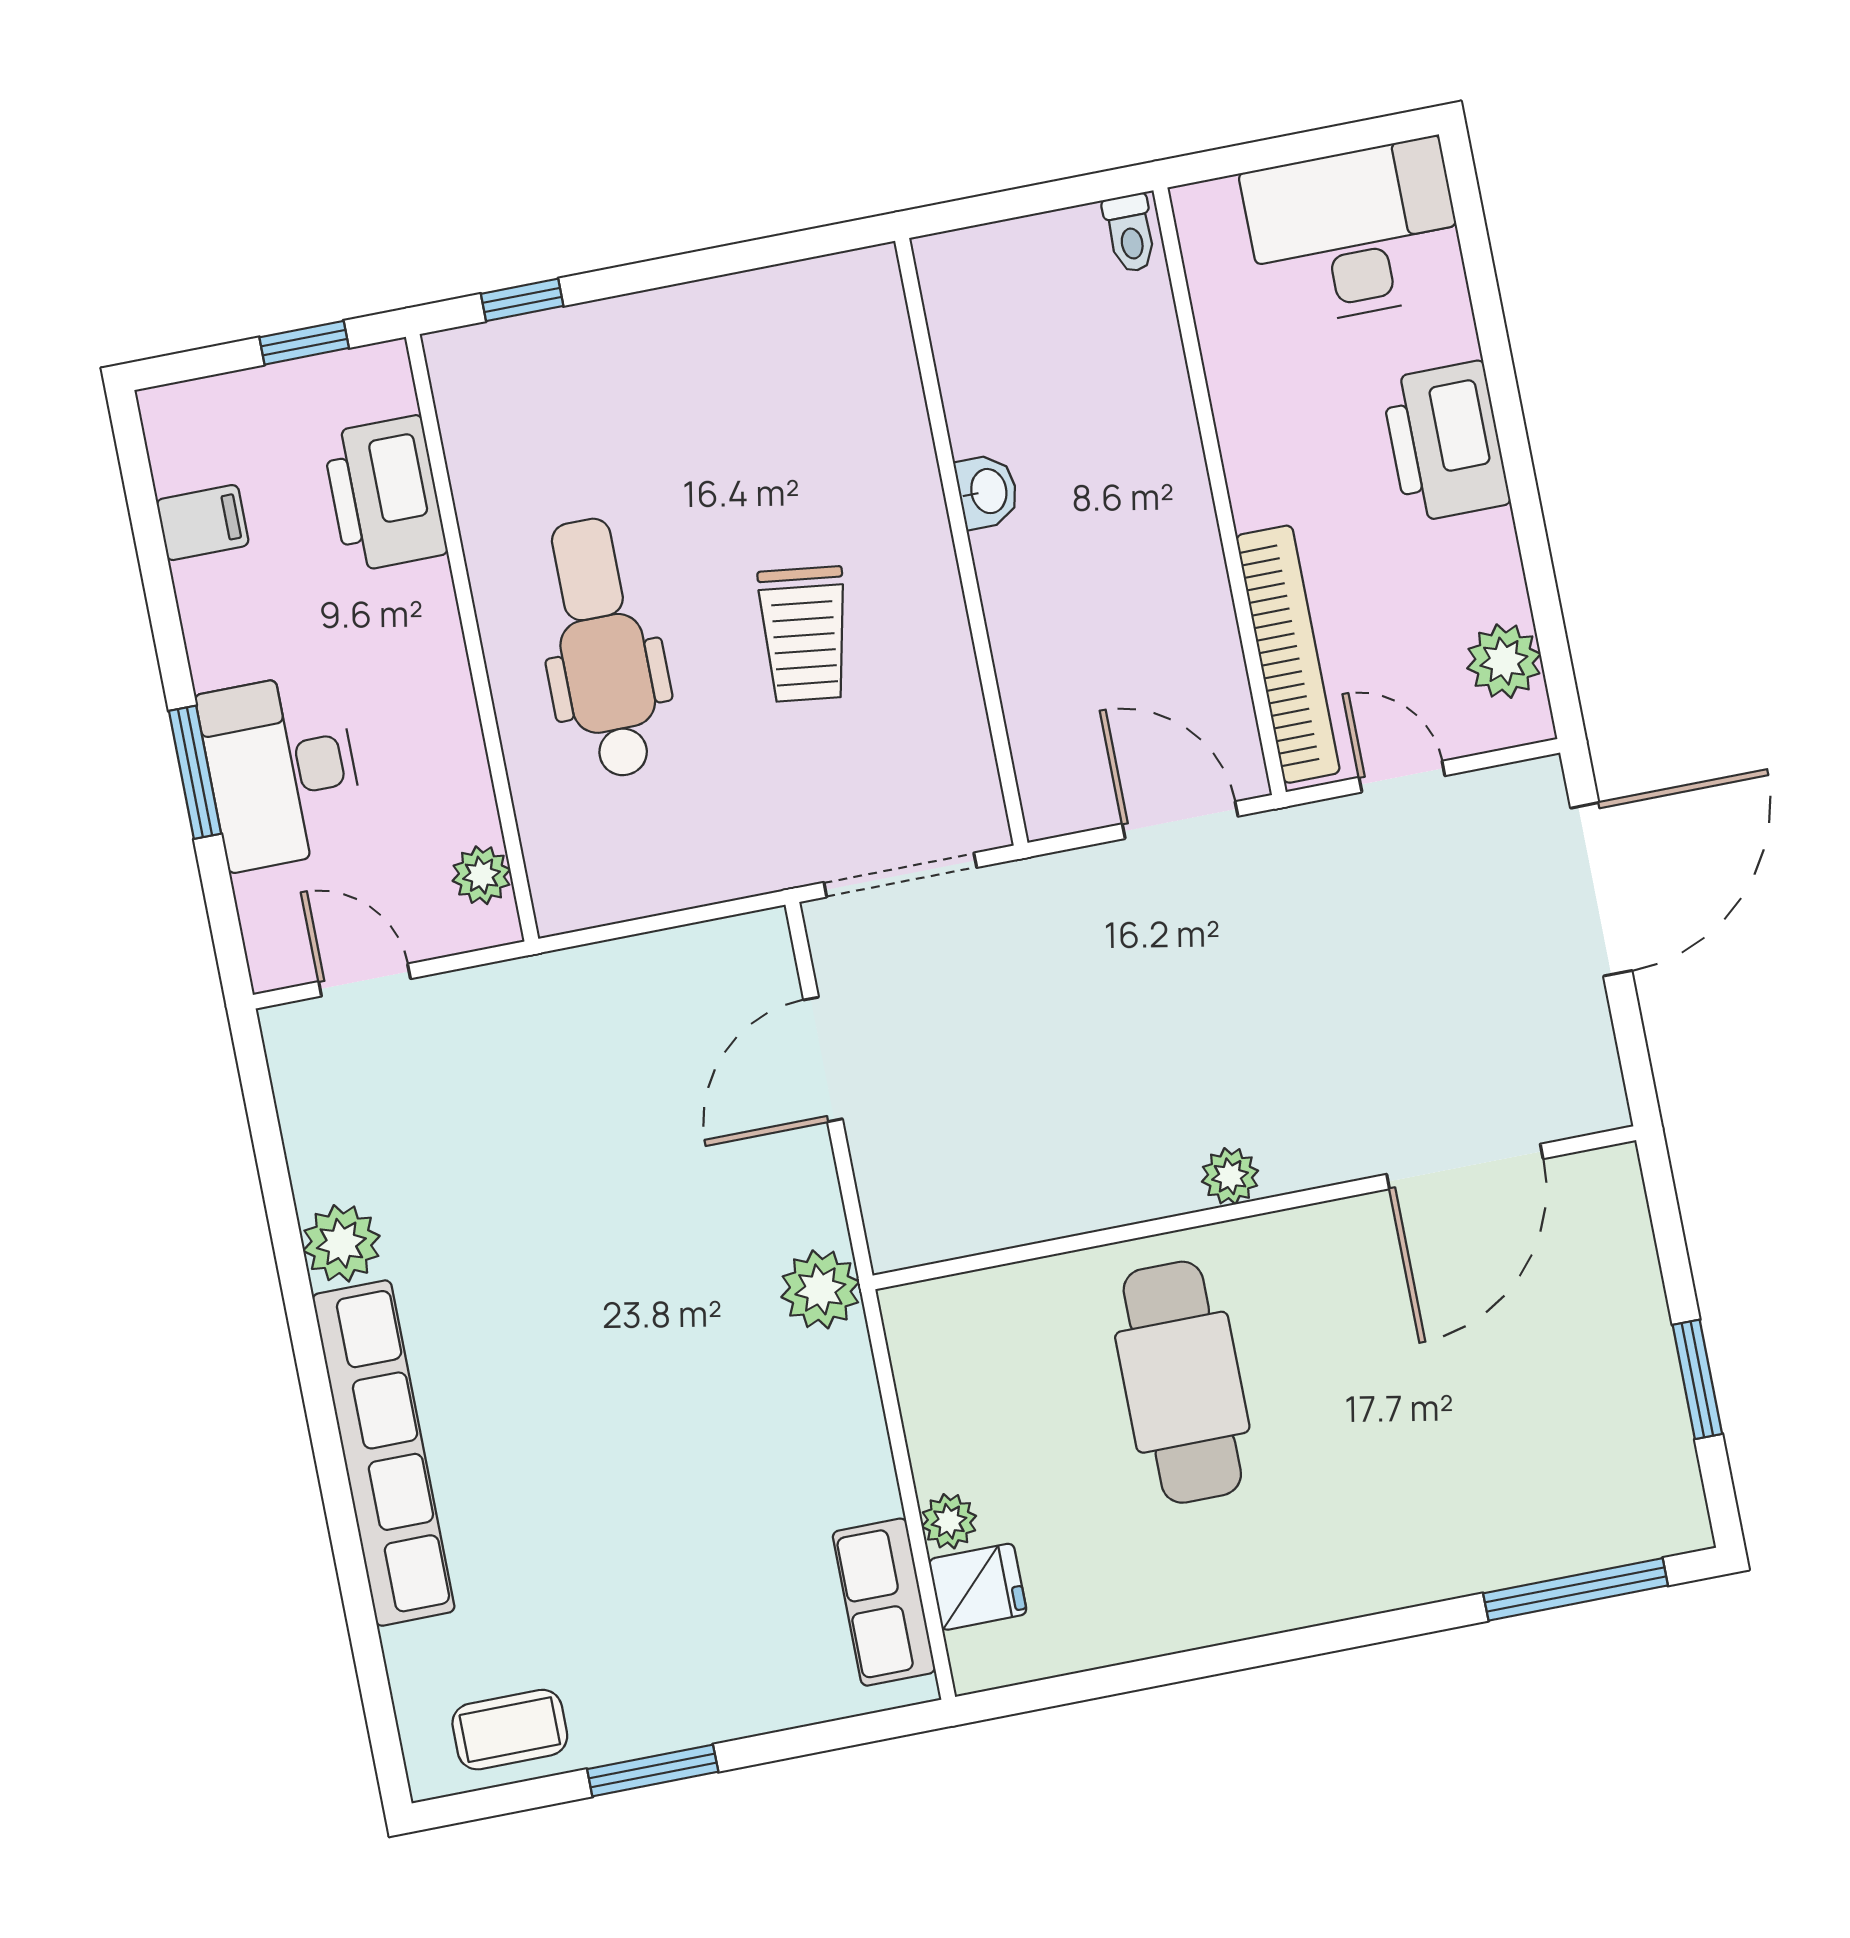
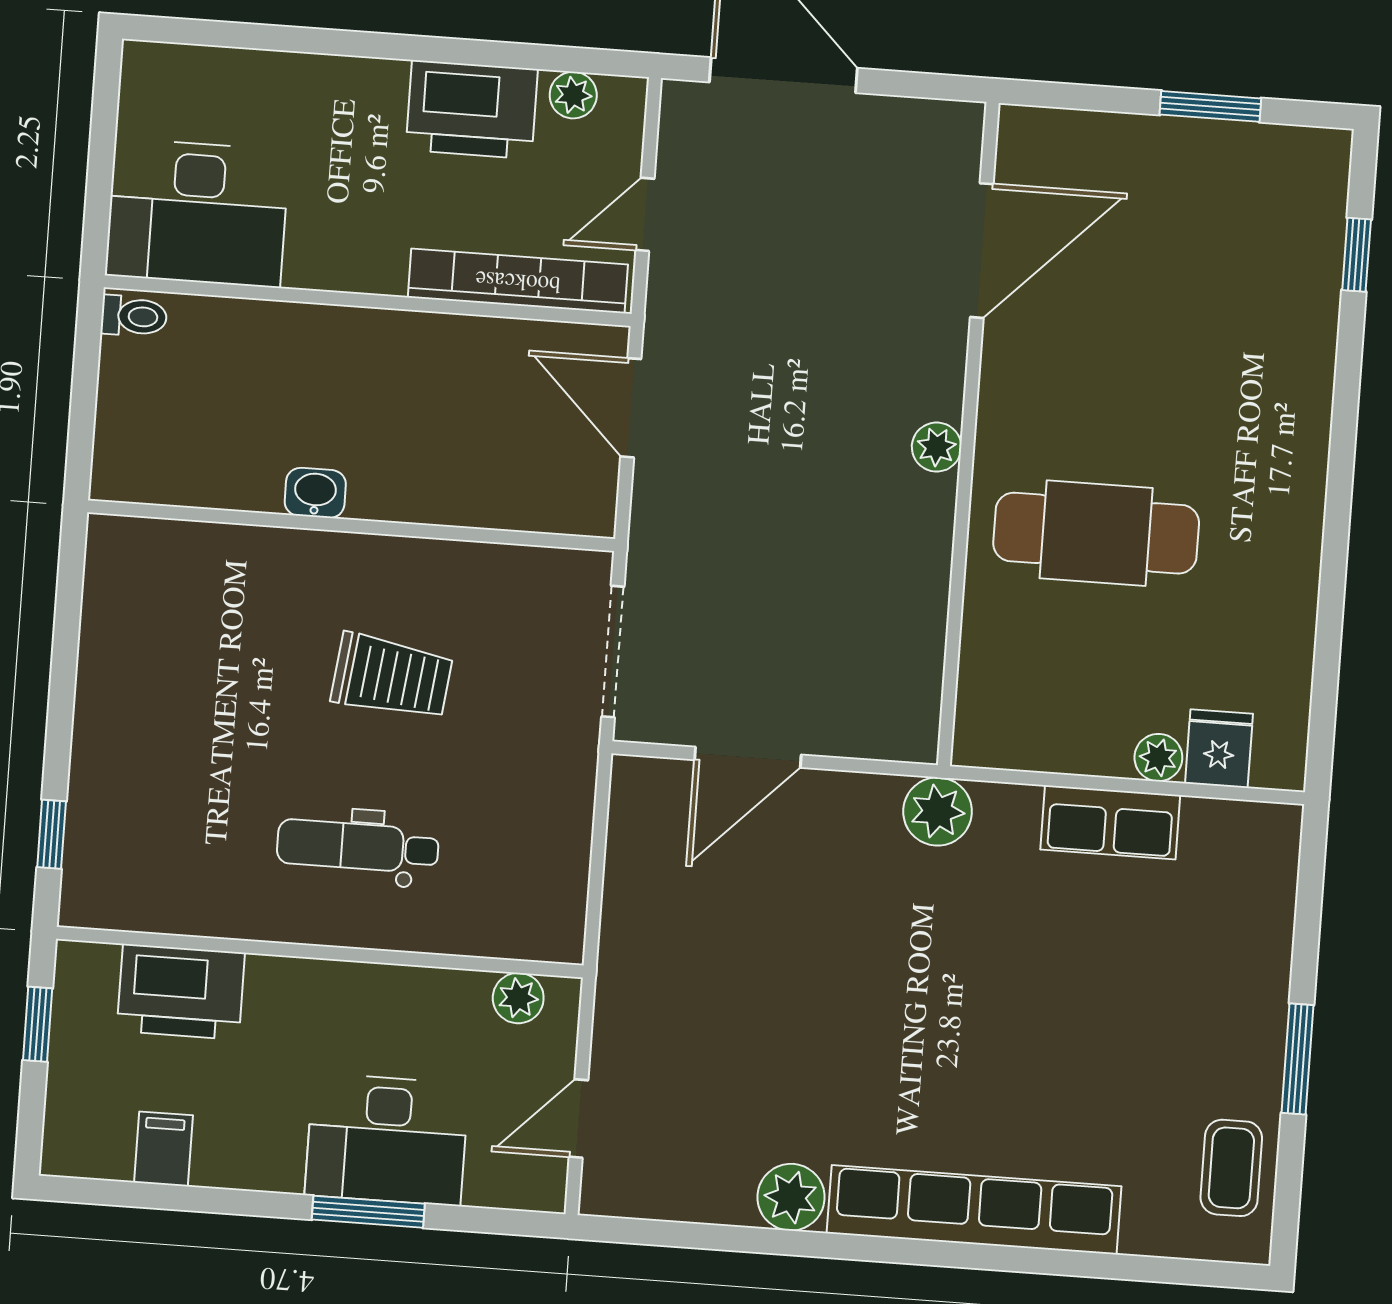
desk: (1354, 233) -> (197, 213), moved, turned -90
printer: (1445, 442) -> (472, 110), moved
dental chair: (603, 648) -> (358, 846), width x0.73, depth x0.72
plant: (1504, 661) -> (573, 95), width x0.73, depth x0.73
door: (1180, 820) -> (631, 408), hinge flipped
door: (823, 1059) -> (748, 757), hinge flipped
door: (1465, 1166) -> (982, 251), hinge flipped
window: (1576, 1589) -> (1357, 255), width x0.46
row of seats: (884, 1602) -> (1110, 822), moved

